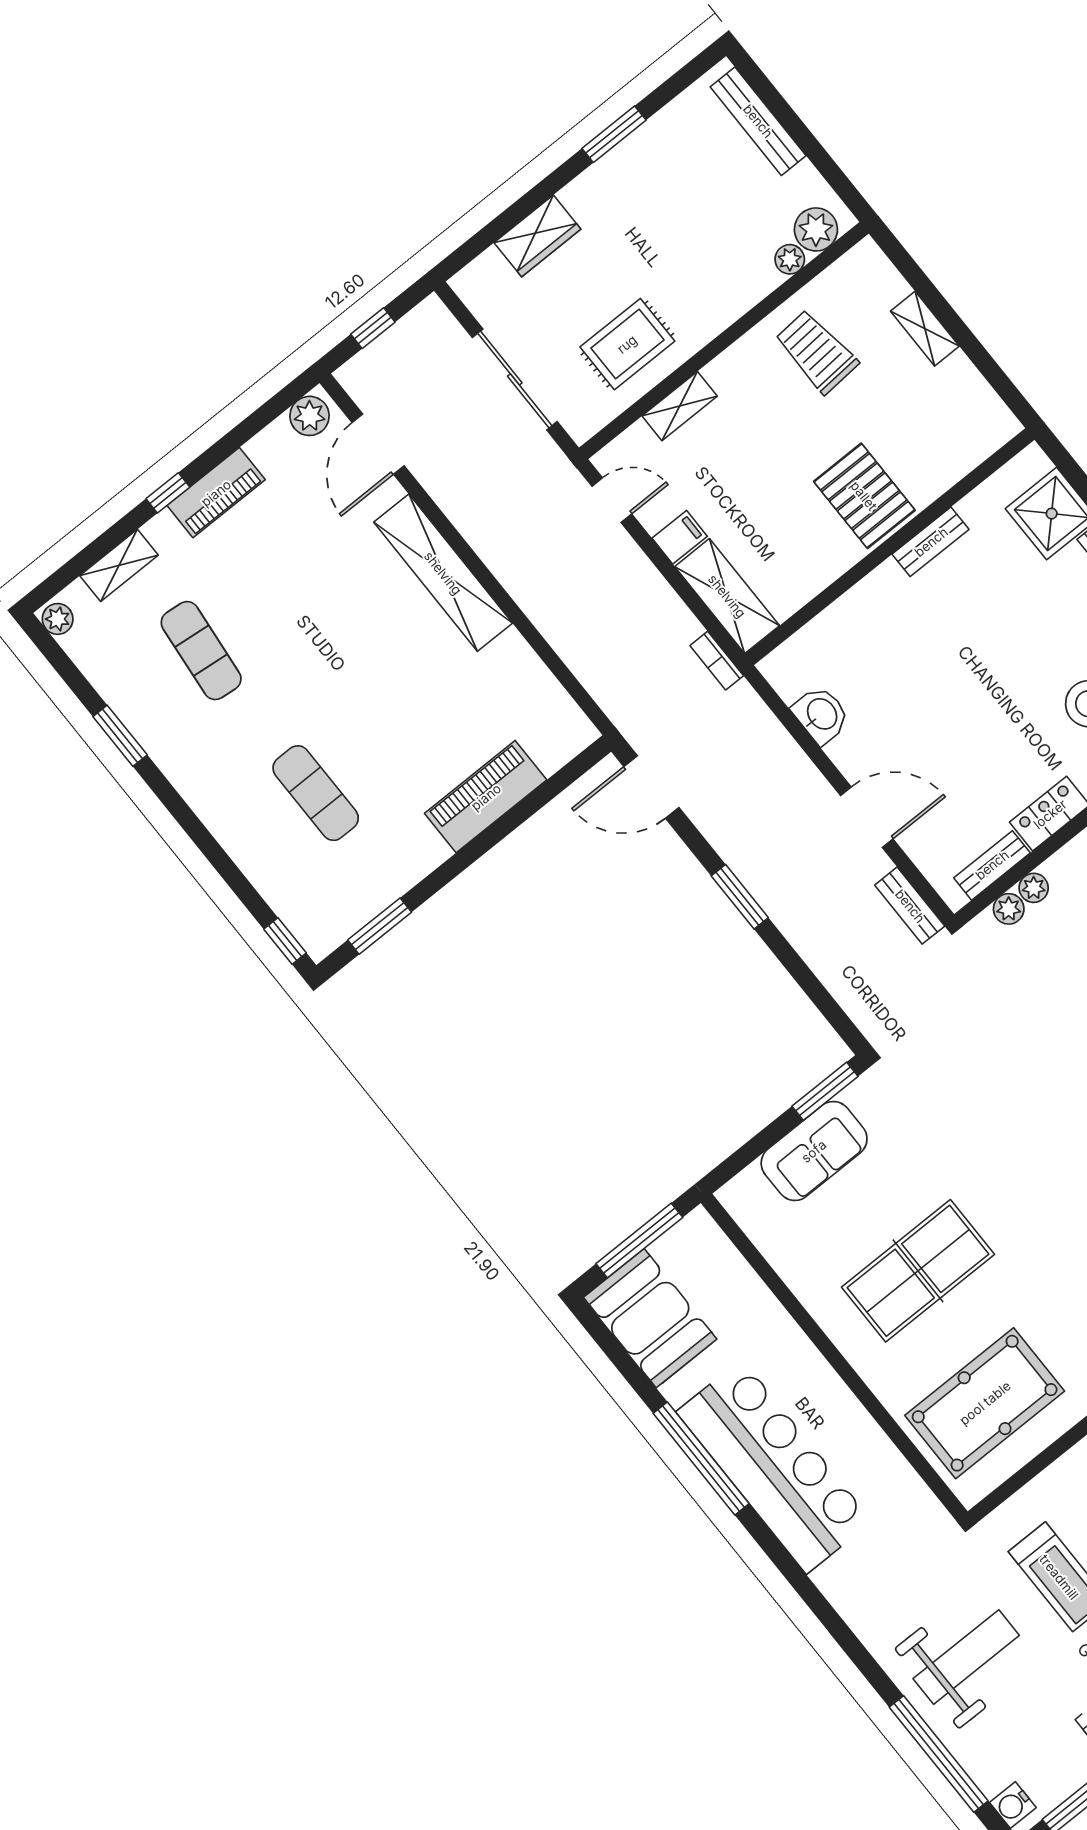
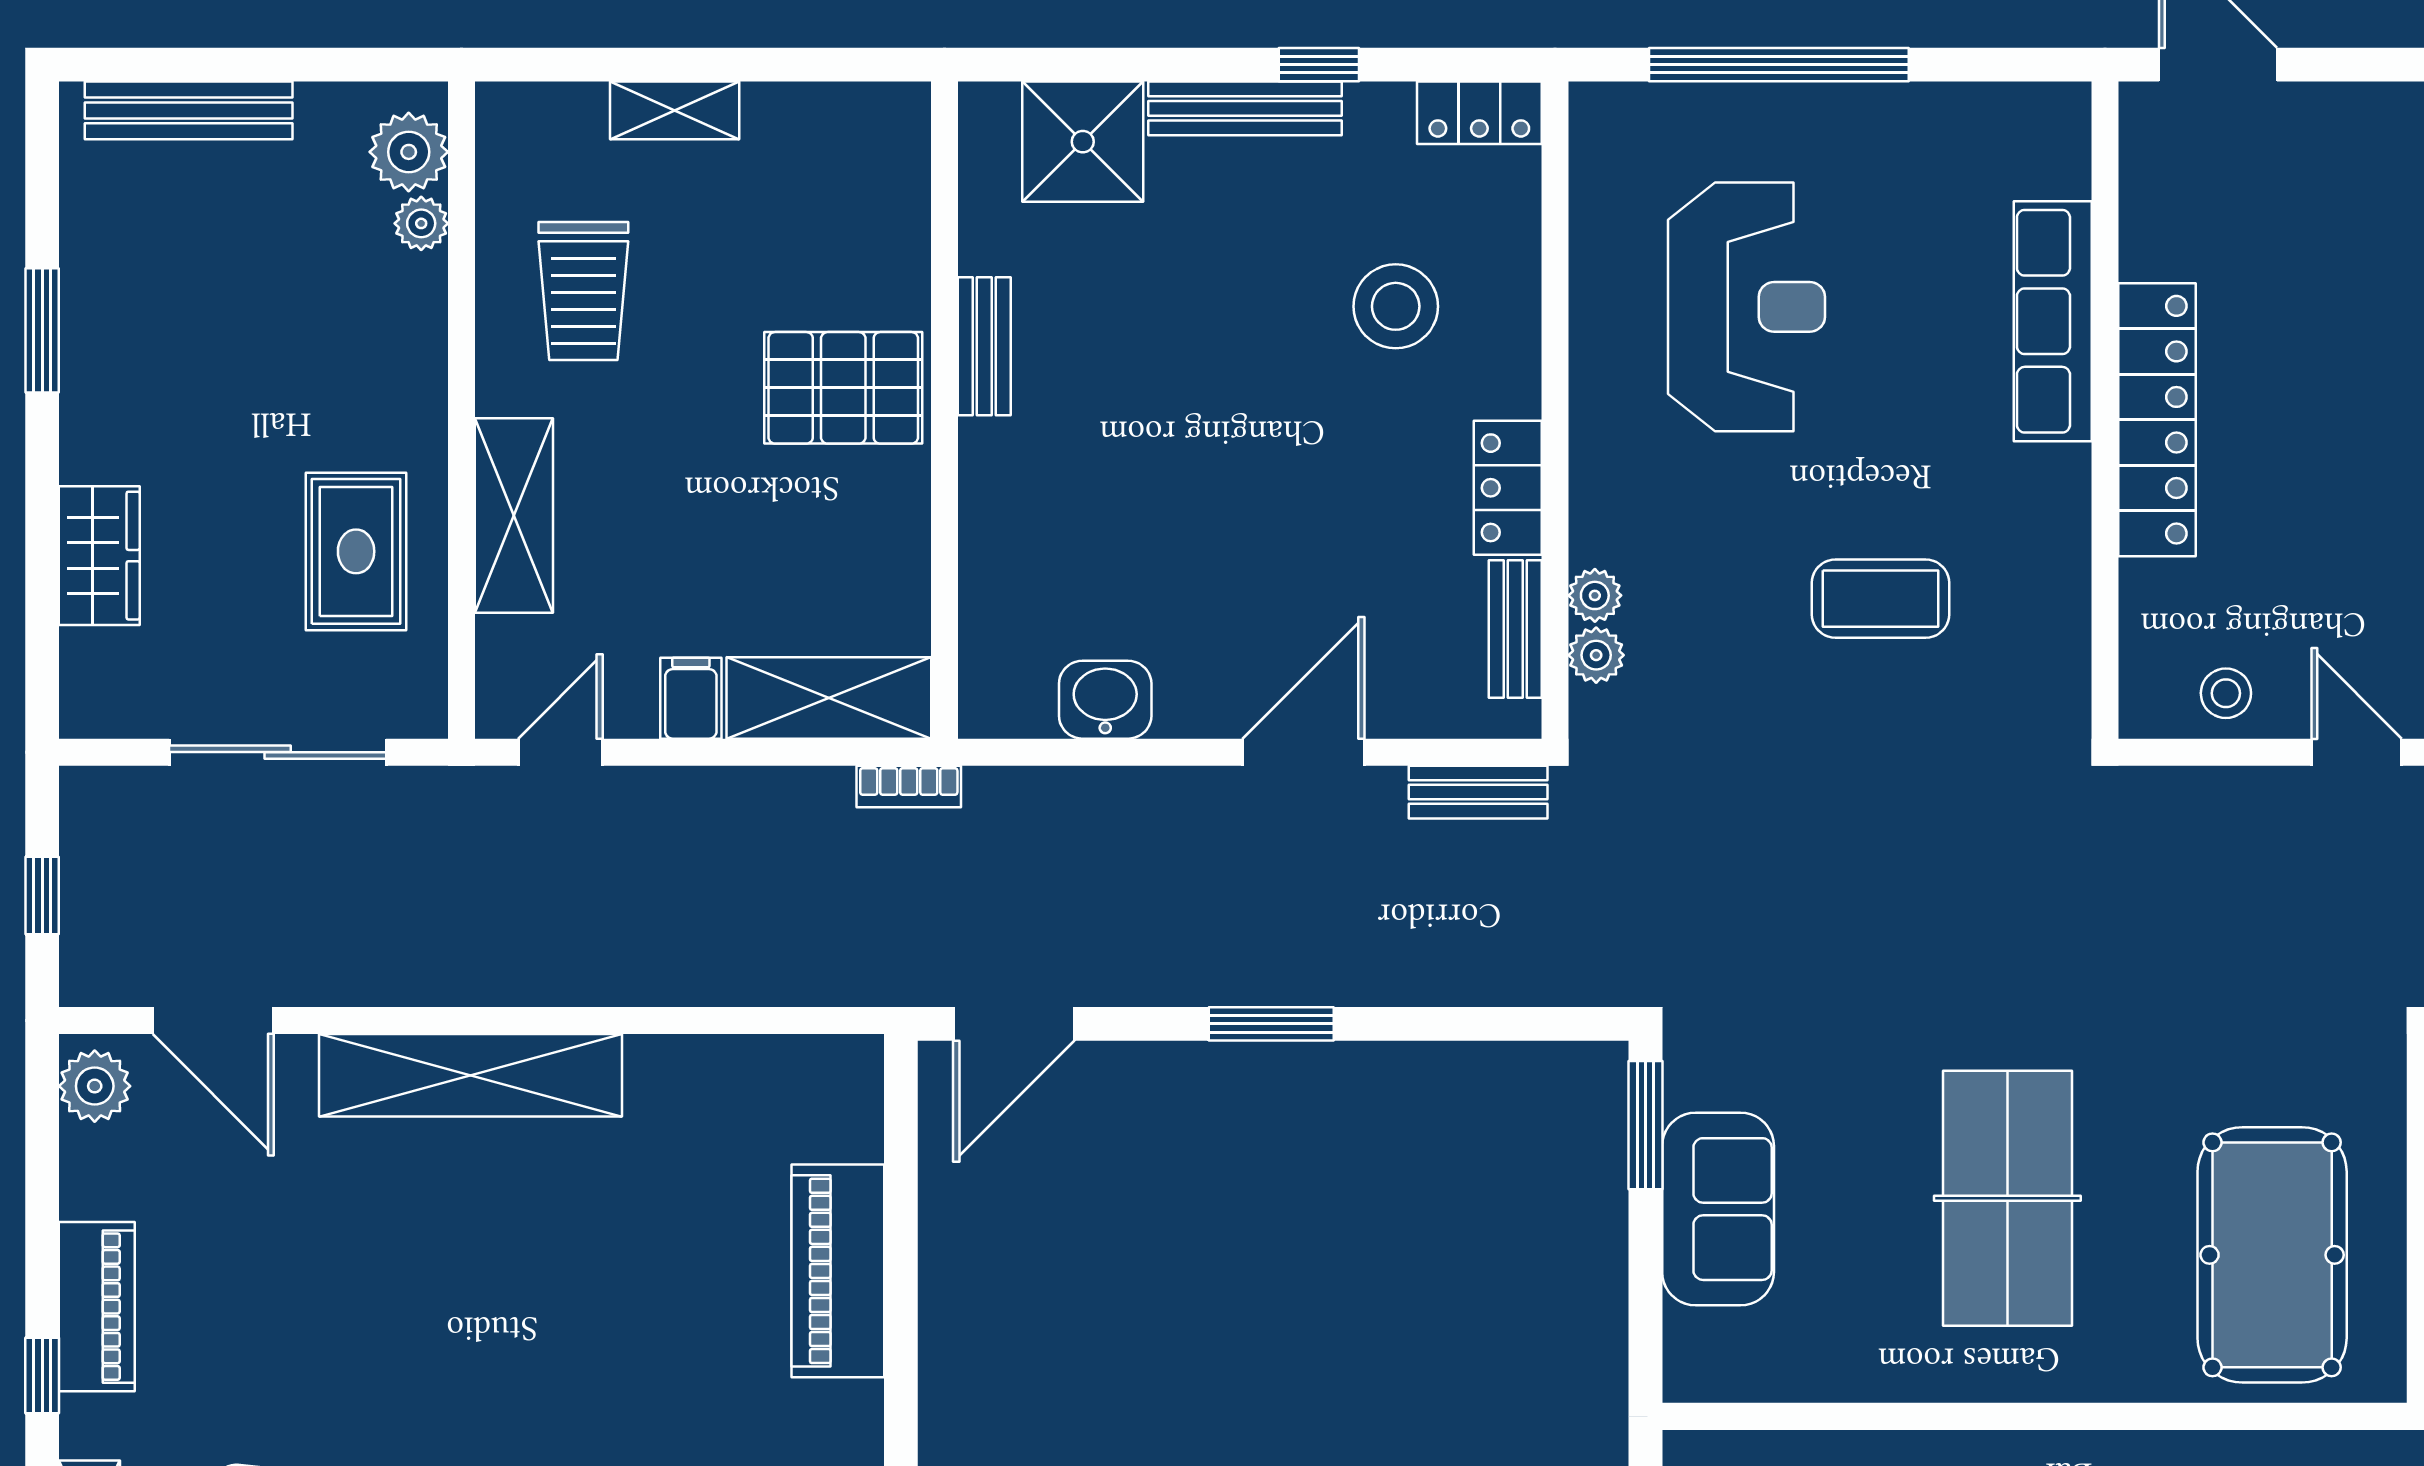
trolley: (817, 352) -> (583, 291), turned -86
shelving: (680, 406) -> (514, 516), width x1.50, depth x1.33

